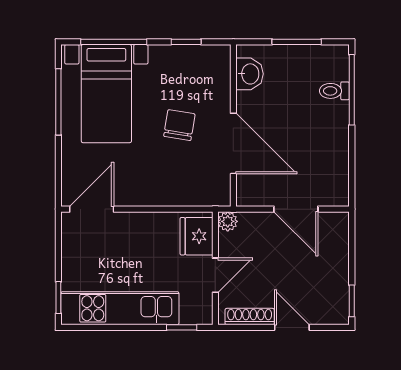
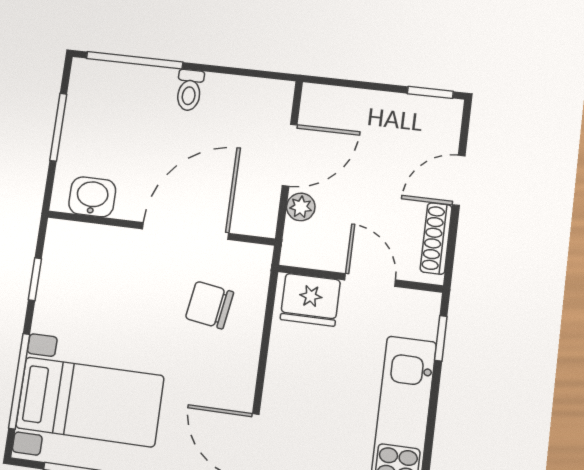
toilet: (334, 91) -> (189, 90), moved
chair: (179, 125) -> (210, 305), moved
plant: (228, 221) -> (301, 207), moved

